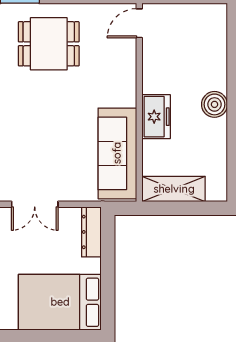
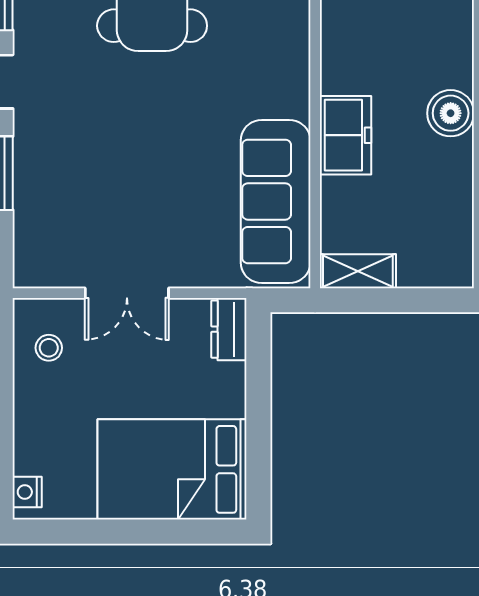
shelving: (174, 189) -> (358, 271), width x0.67, depth x0.75
dresser: (91, 232) -> (229, 329), width x0.70

